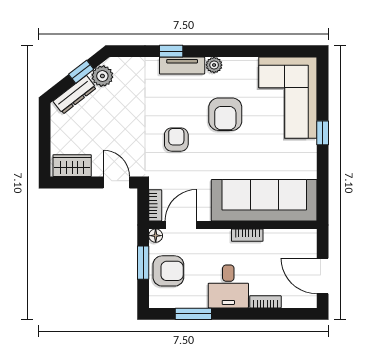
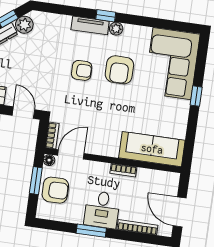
window: (171, 51) -> (106, 16), moved
armchair: (176, 140) -> (82, 70), moved, turned 90
sofa: (264, 200) -> (152, 149), width x0.74, depth x0.79
bookcase: (265, 302) -> (137, 227), width x1.56
window: (193, 314) -> (91, 231), moved

